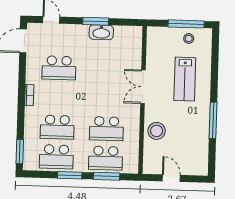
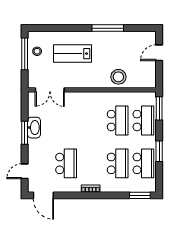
lab bench: (185, 79) -> (73, 54), turned 180
double door: (143, 87) -> (50, 90), moved
window: (107, 176) -> (159, 108), moved
door: (171, 178) -> (159, 53), moved

